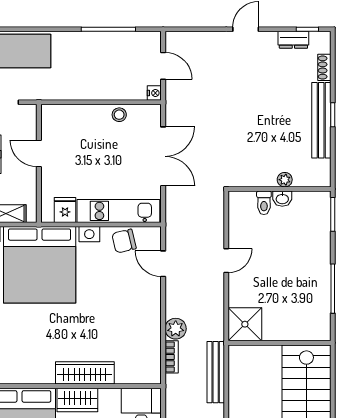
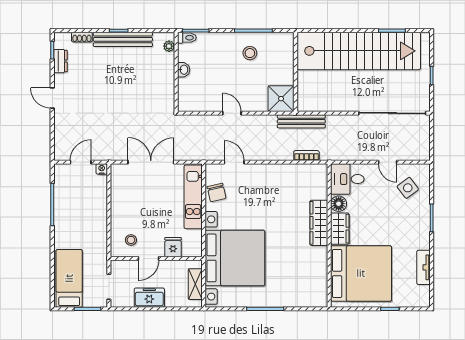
stool: (119, 115) -> (131, 240), moved
plant: (285, 180) -> (169, 46), moved
toilet: (264, 203) -> (187, 38), moved
fridge: (65, 210) -> (173, 247), moved, turned 90
door: (163, 264) -> (234, 162), swing flipped
stool: (304, 284) -> (250, 53), added
plant: (176, 329) -> (285, 152), removed
bench: (216, 372) -> (301, 121), moved
floor lamp: (109, 398) -> (339, 204), added

